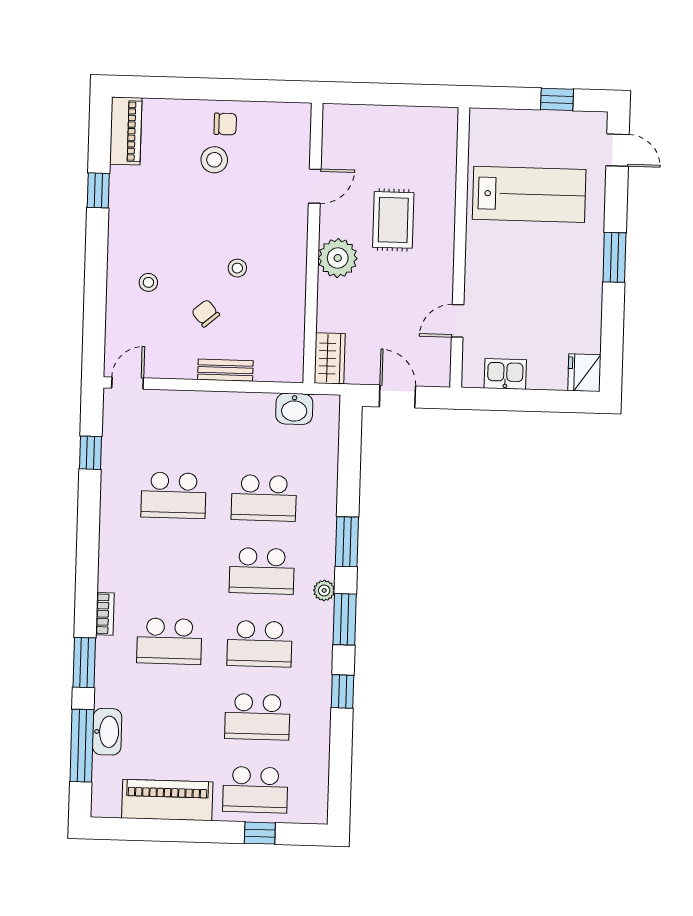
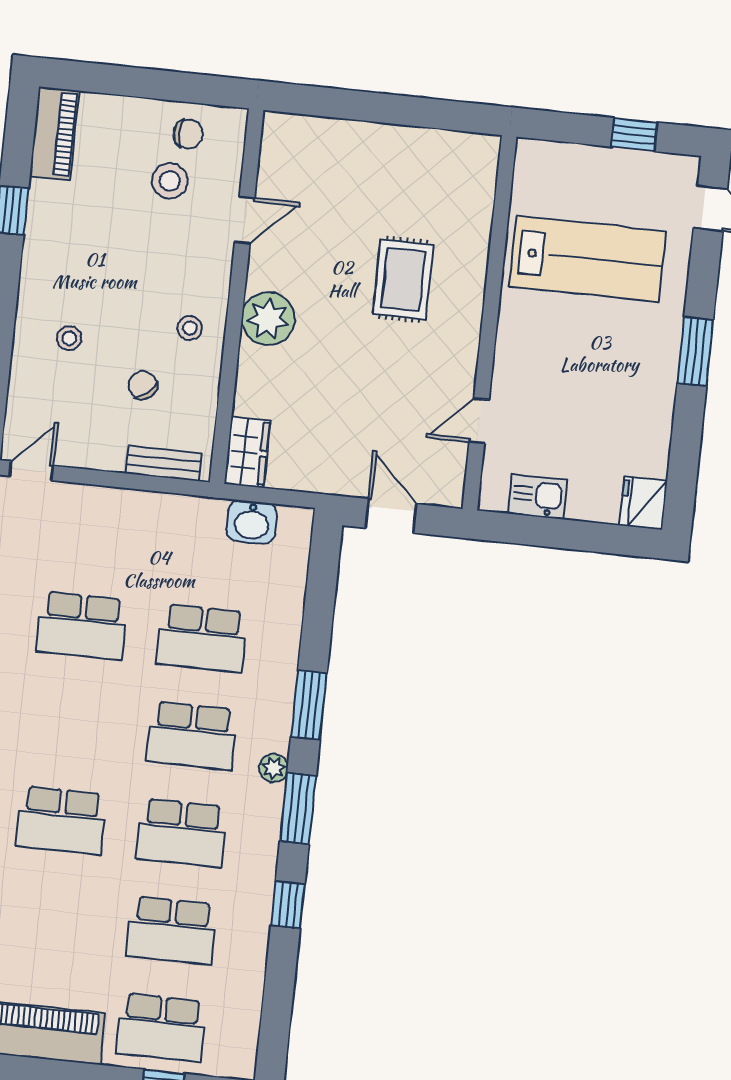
door: (315, 186) -> (245, 220), moved
wall: (313, 243) -> (237, 296), moved
plant: (338, 258) -> (268, 319), moved
wardrobe: (330, 358) -> (247, 452), moved

